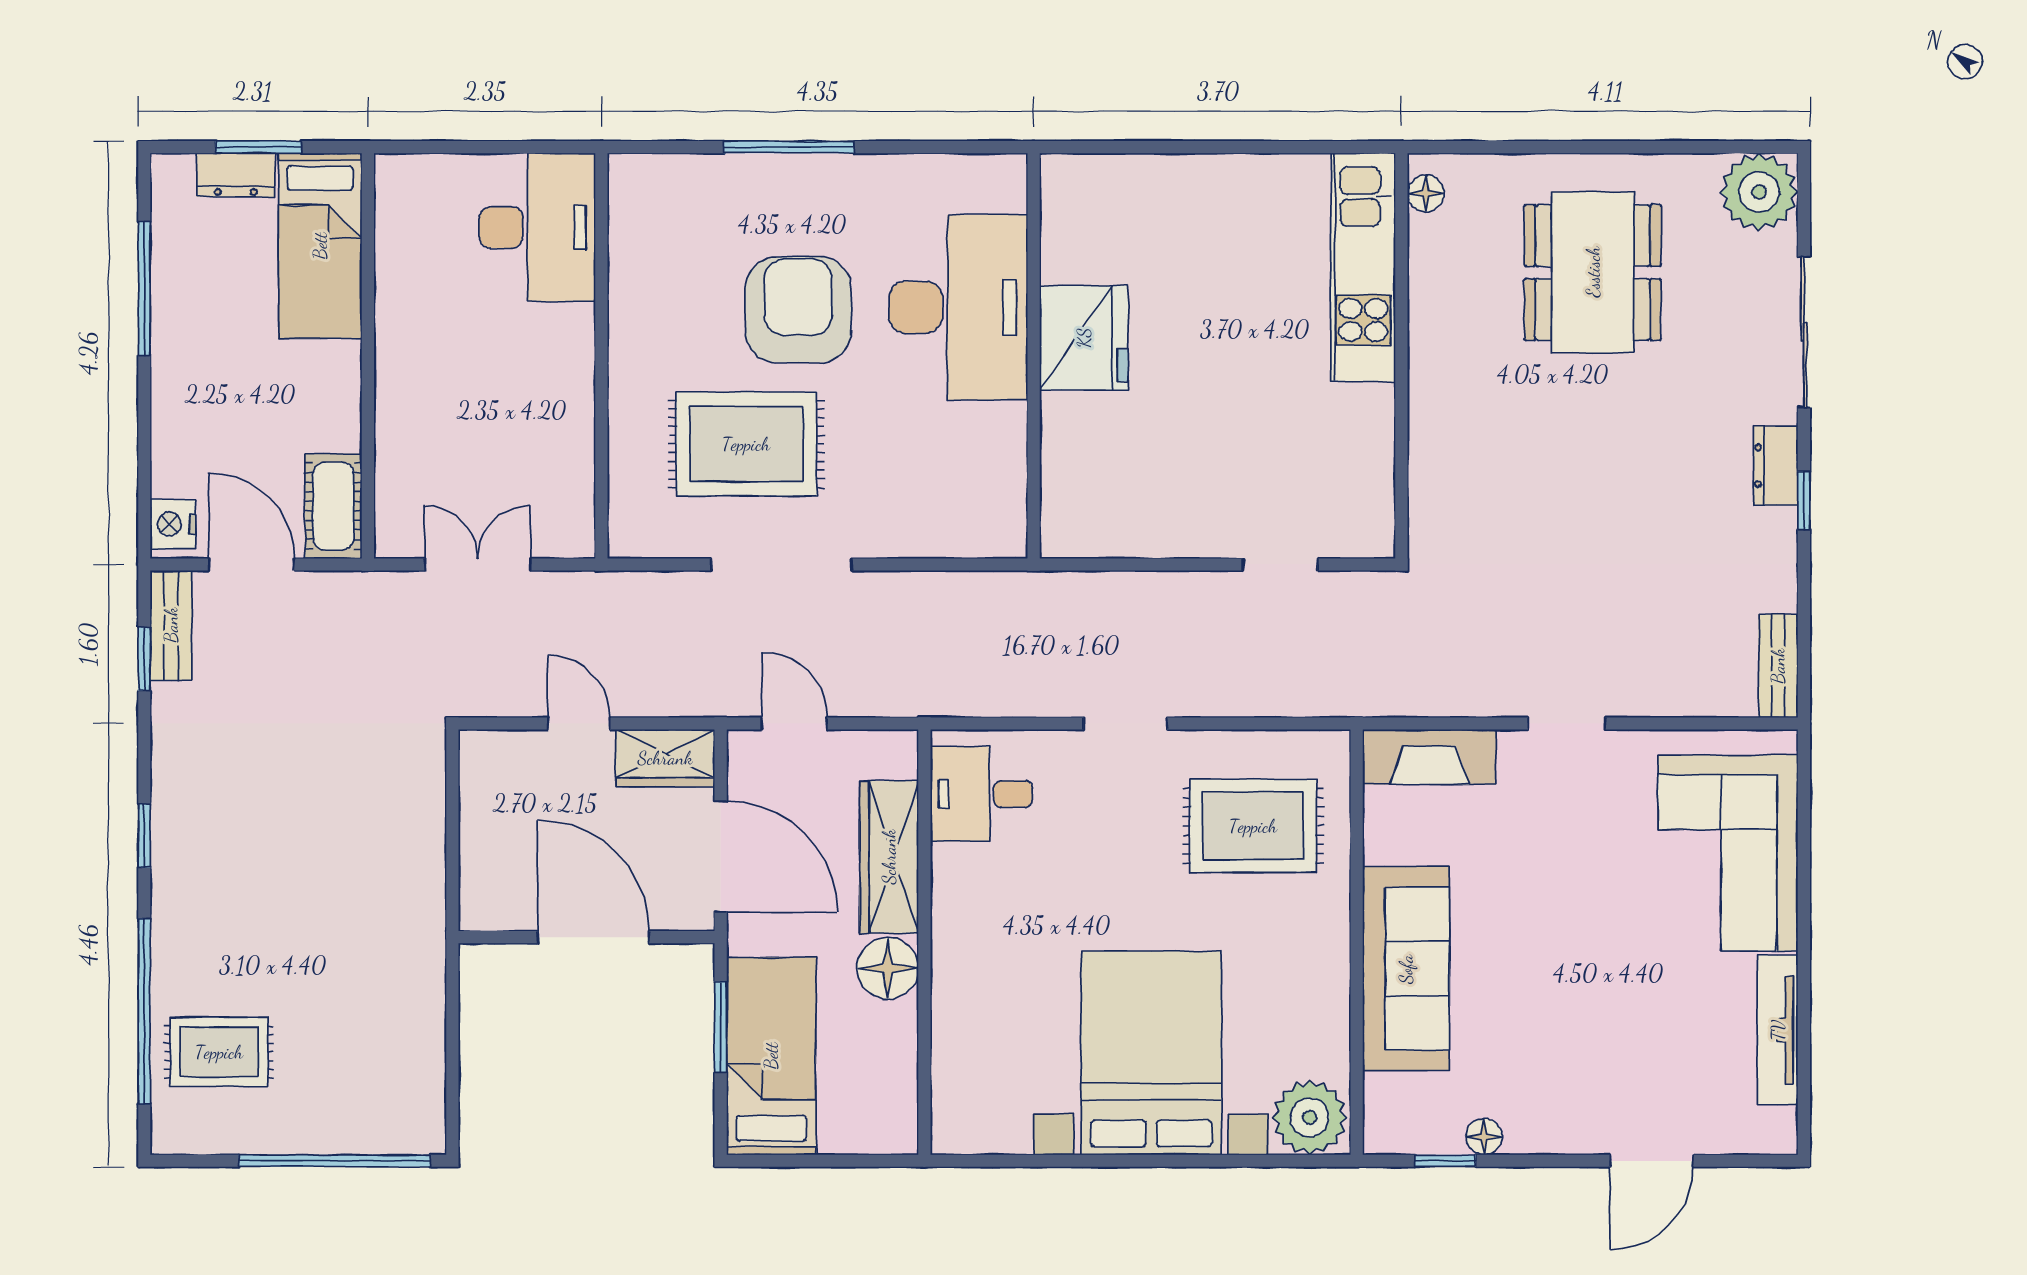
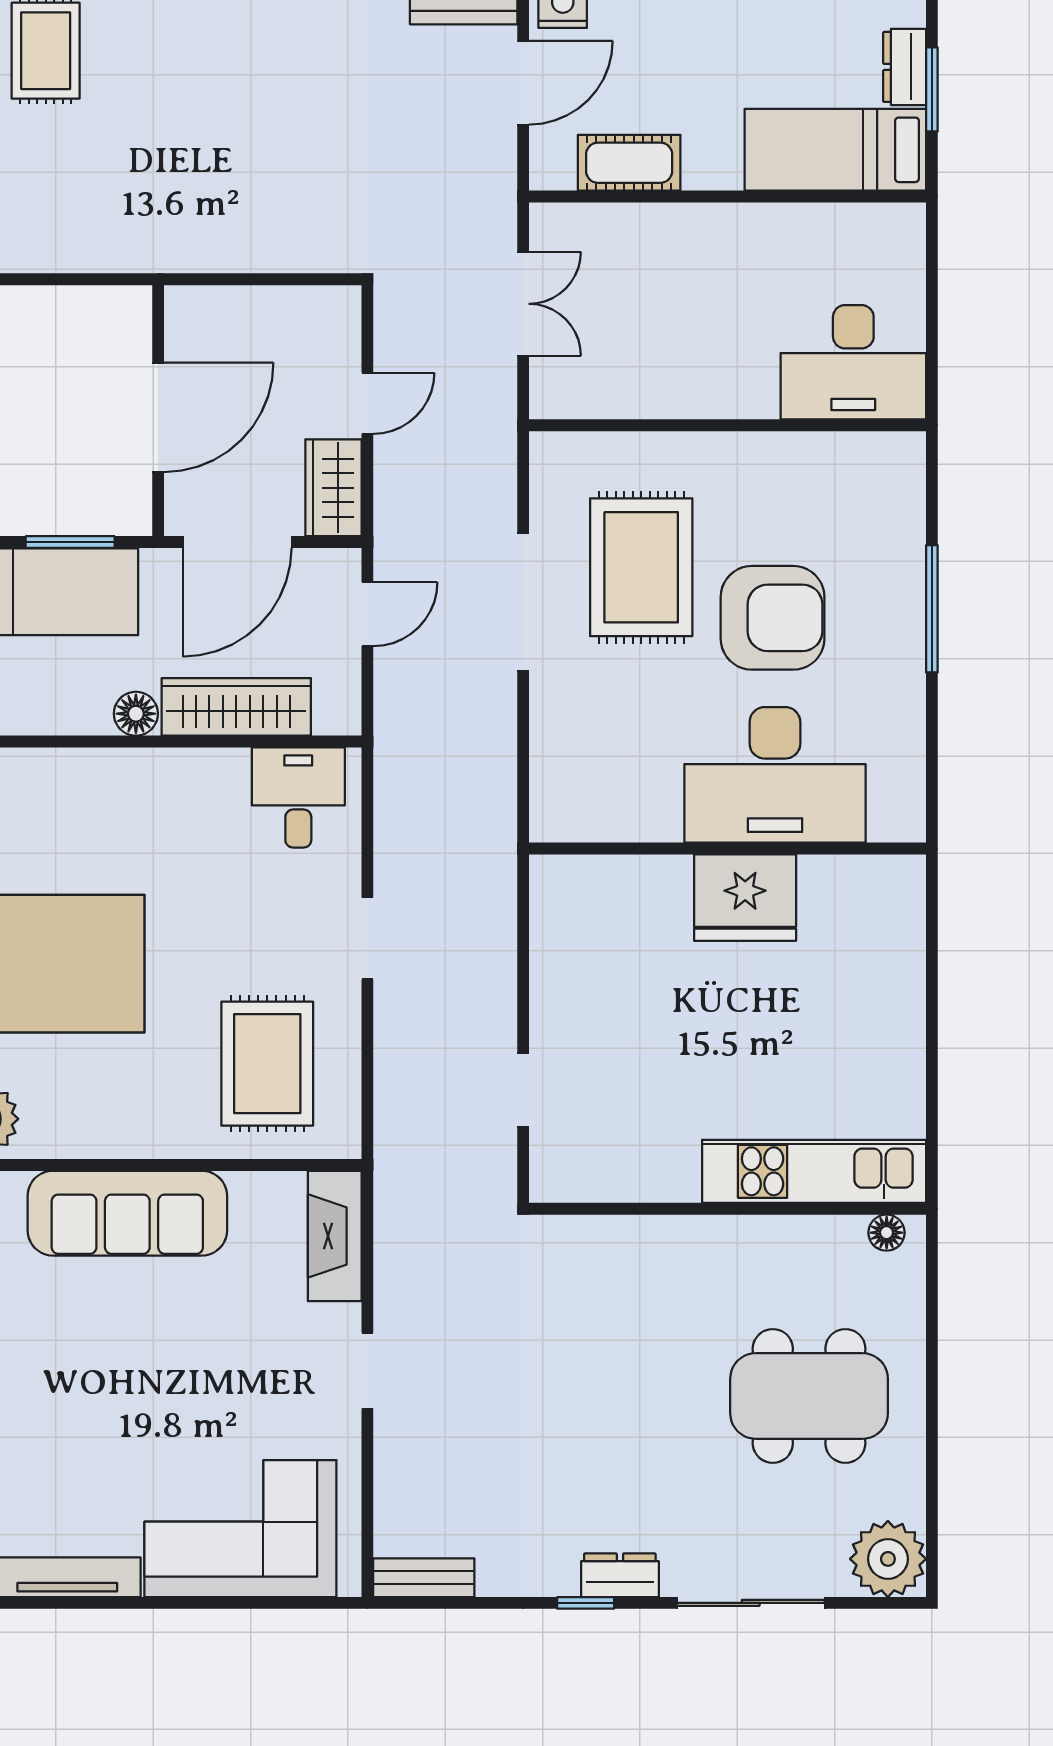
cot: (333, 506) -> (629, 163), moved
floor lamp: (888, 968) -> (136, 714), width x0.73, depth x0.73

